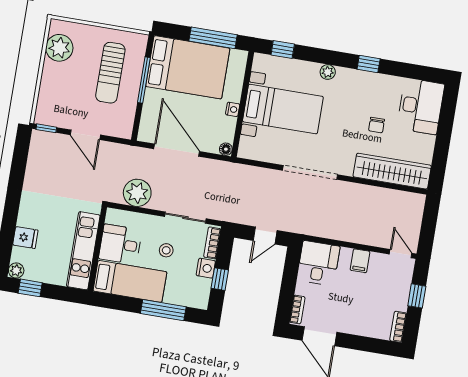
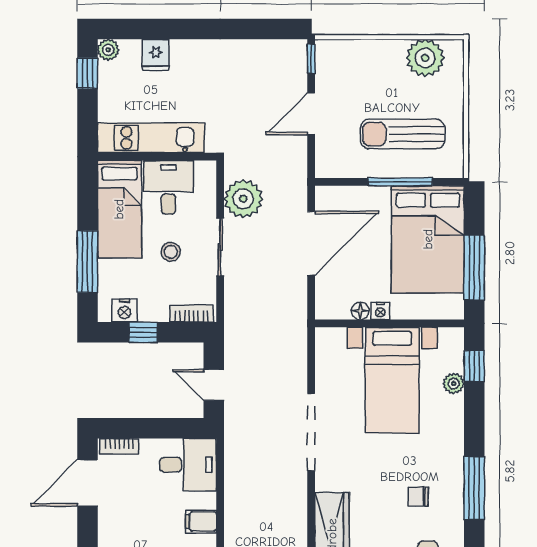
window: (369, 64) -> (474, 488), width x2.17
plant: (328, 72) -> (454, 383), moved
chair: (377, 125) -> (418, 497), moved
floor lamp: (226, 149) -> (360, 311), moved
sliding door: (185, 218) -> (220, 247), moved
nightstand: (206, 268) -> (124, 311), moved

